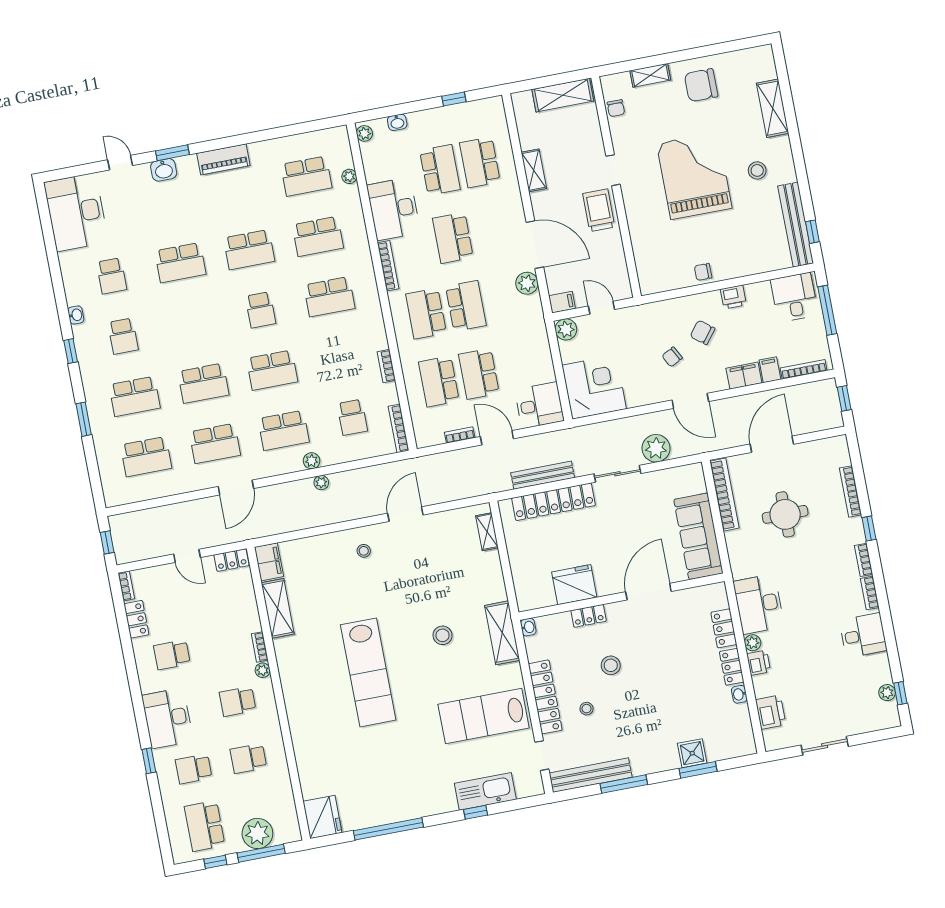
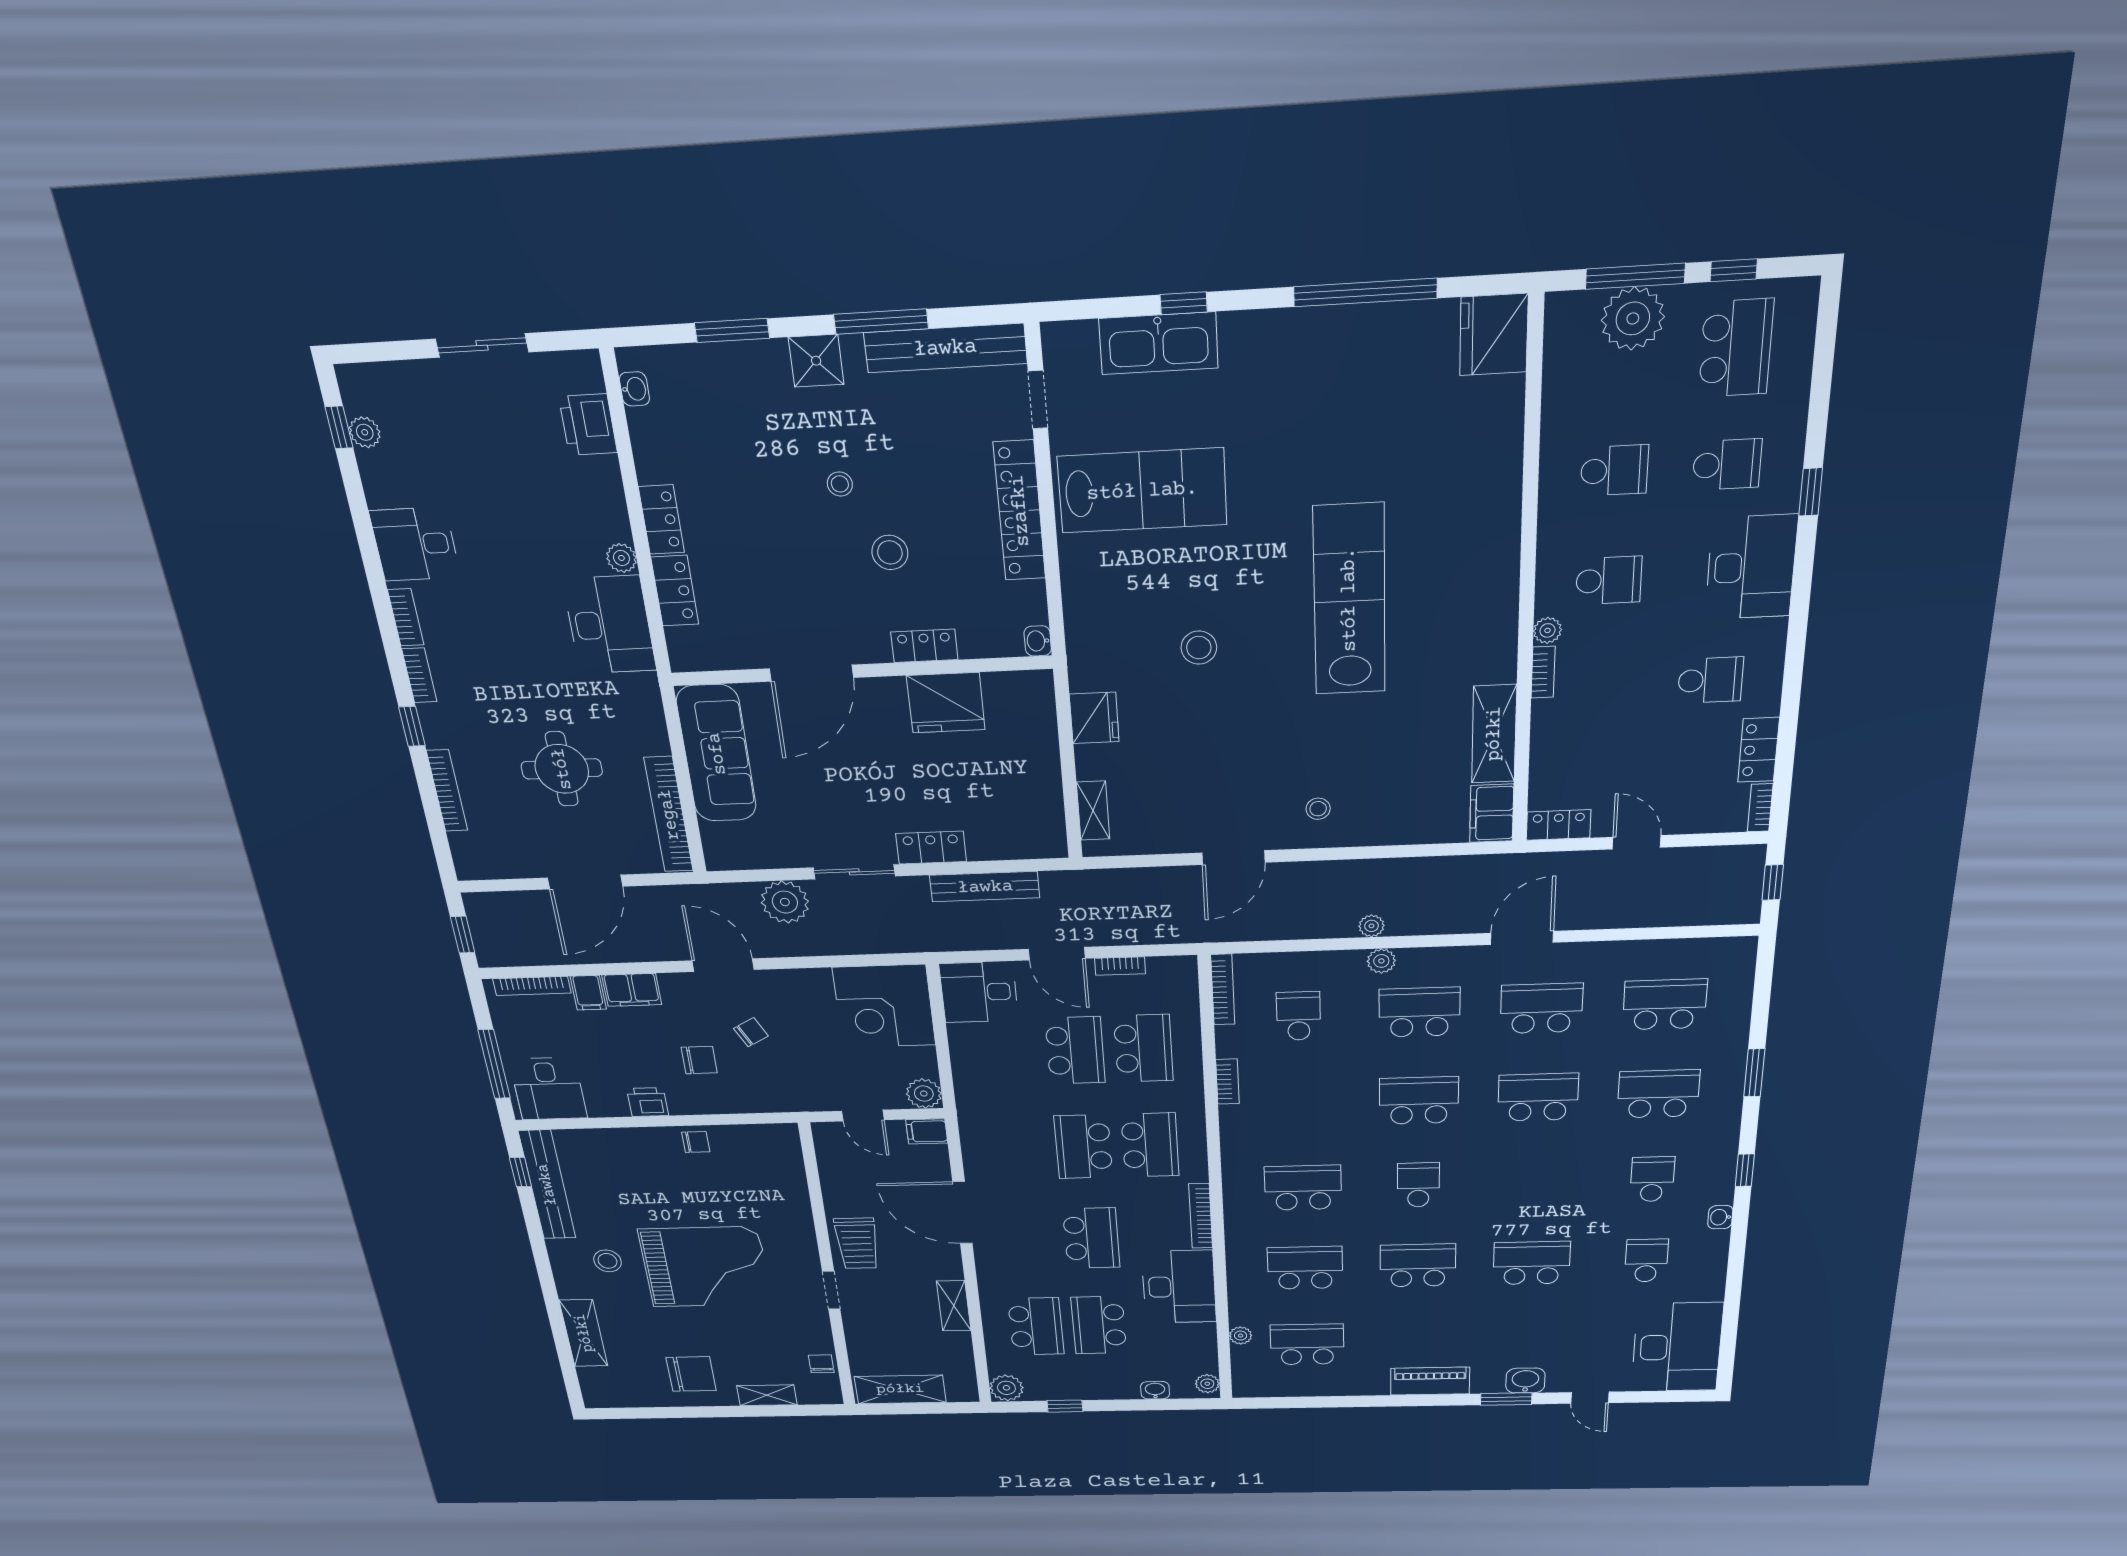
grand piano: (694, 176) -> (705, 1267), turned -90
plant: (527, 283) -> (1006, 1388), moved
chair: (703, 332) -> (699, 1060), turned -38
locker: (554, 502) -> (931, 848), width x0.46, depth x0.83
fridge: (493, 587) -> (1094, 718), added
shelving: (502, 633) -> (1087, 637), removed
printer: (759, 663) -> (611, 520), removed
washbasin: (739, 694) -> (634, 389), moved
stool: (587, 709) -> (840, 484), moved
shower: (692, 753) -> (816, 361), moved

